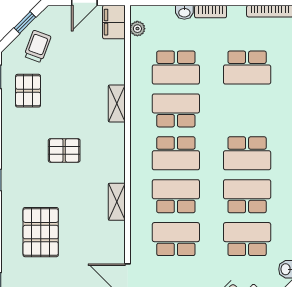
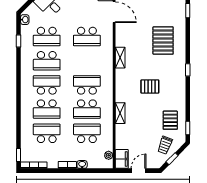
school desk: (176, 196) -> (47, 109), moved

